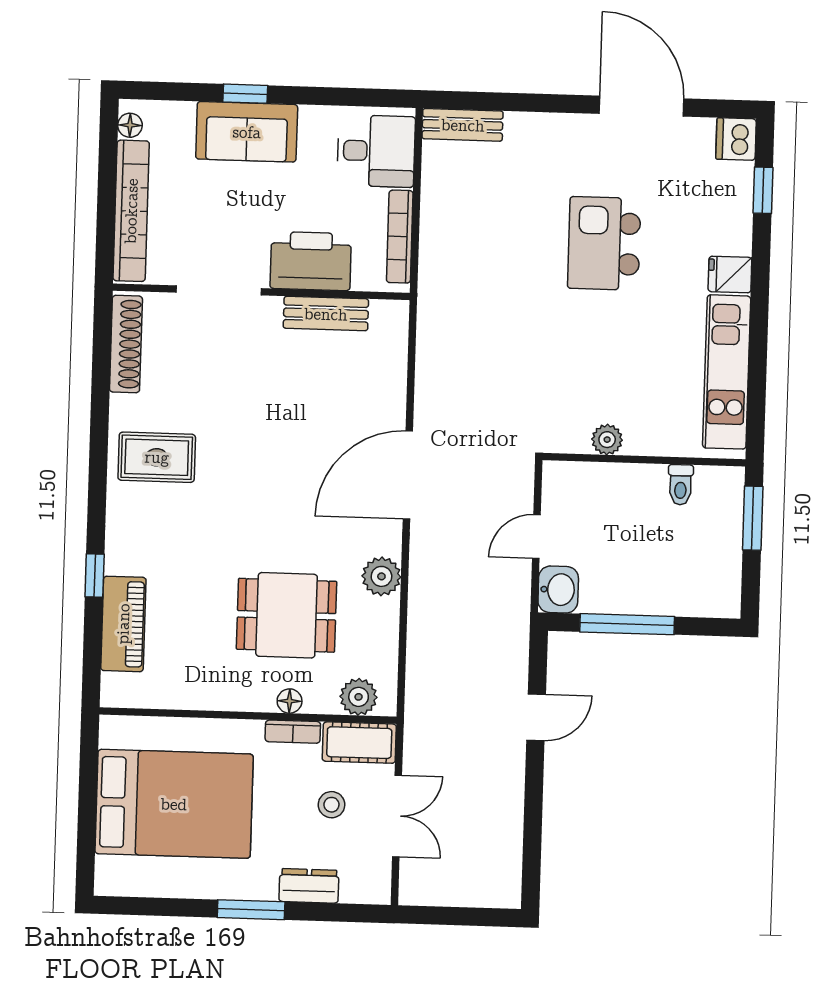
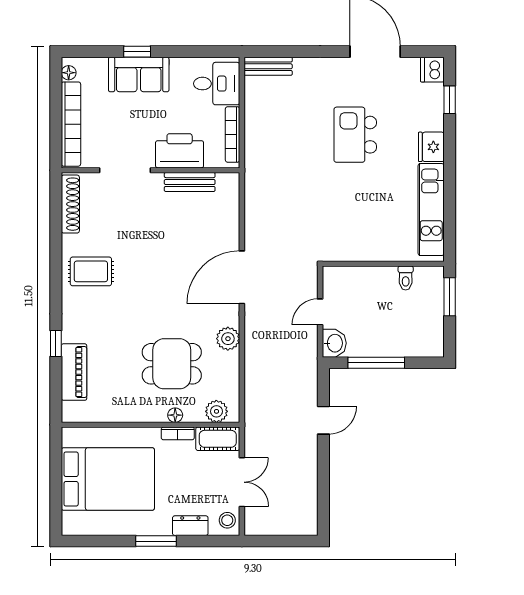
fridge: (730, 275) -> (431, 147), width x1.38
plant: (607, 440) -> (361, 252), removed
stool: (331, 805) -> (227, 520), moved

